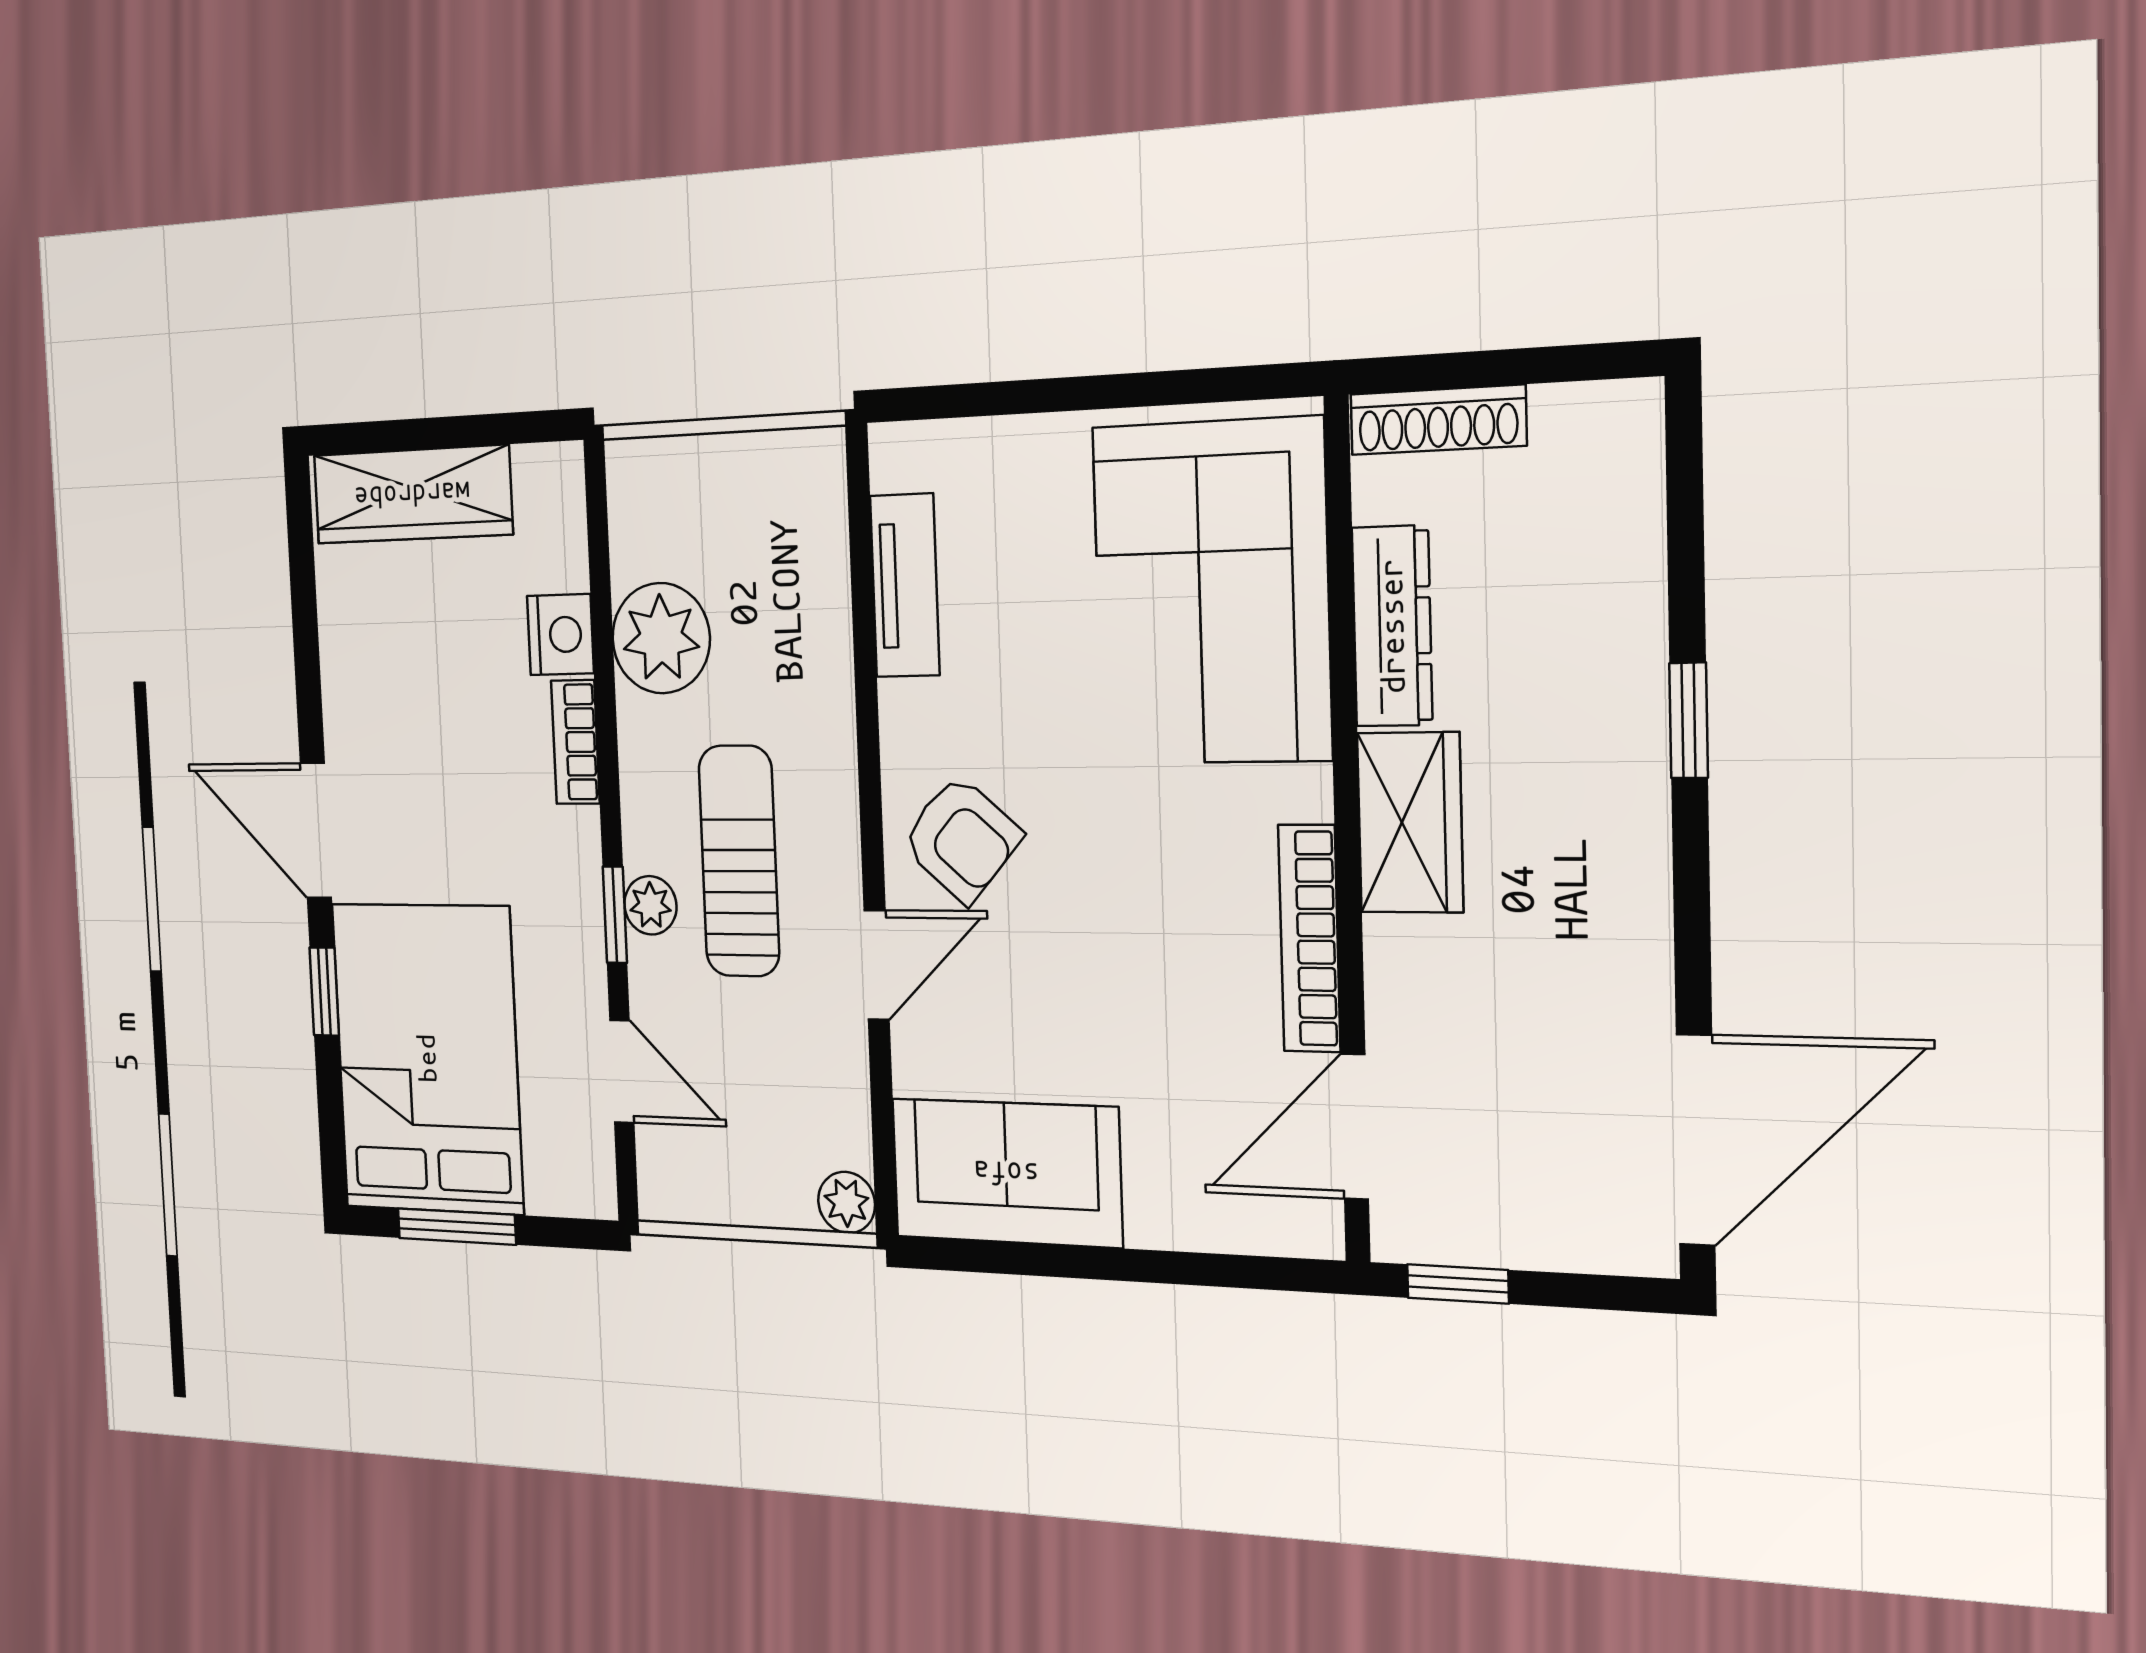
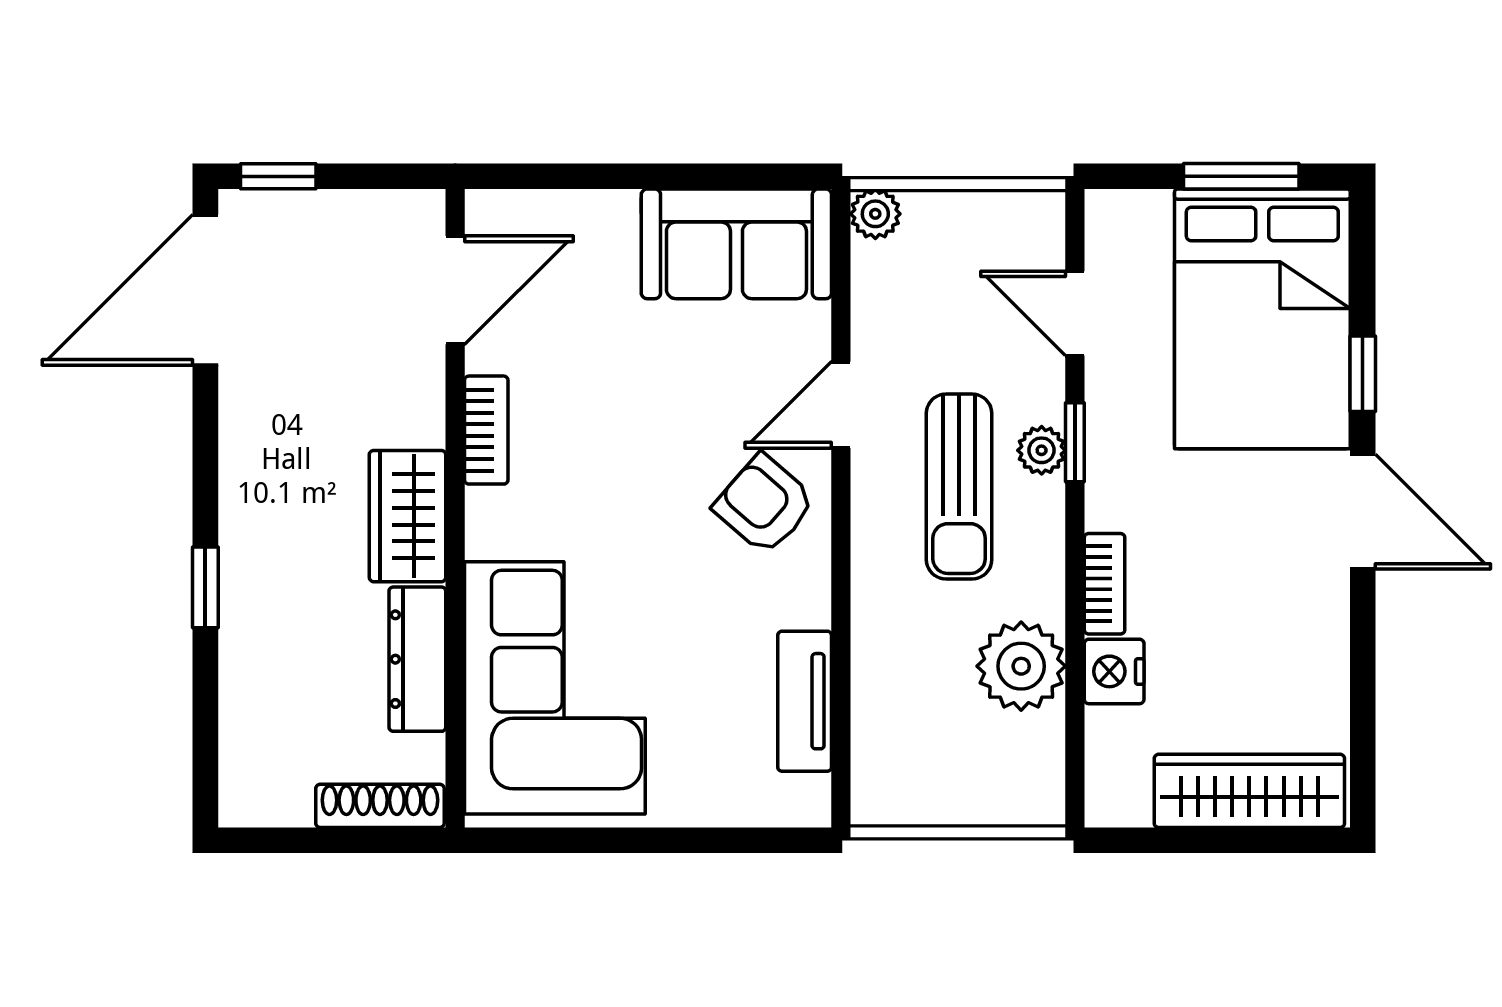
bookcase: (1309, 938) -> (486, 430), width x0.64
window: (1458, 1284) -> (278, 176), moved

